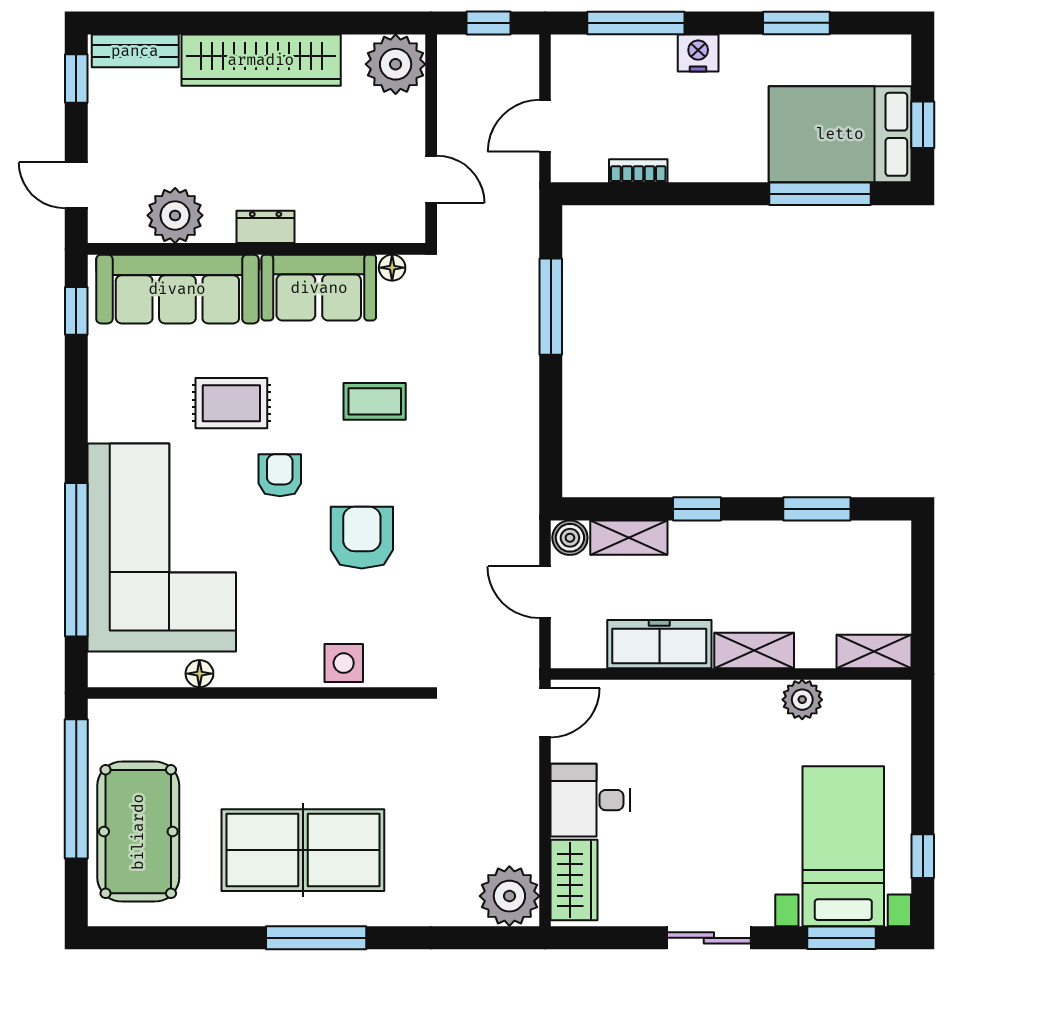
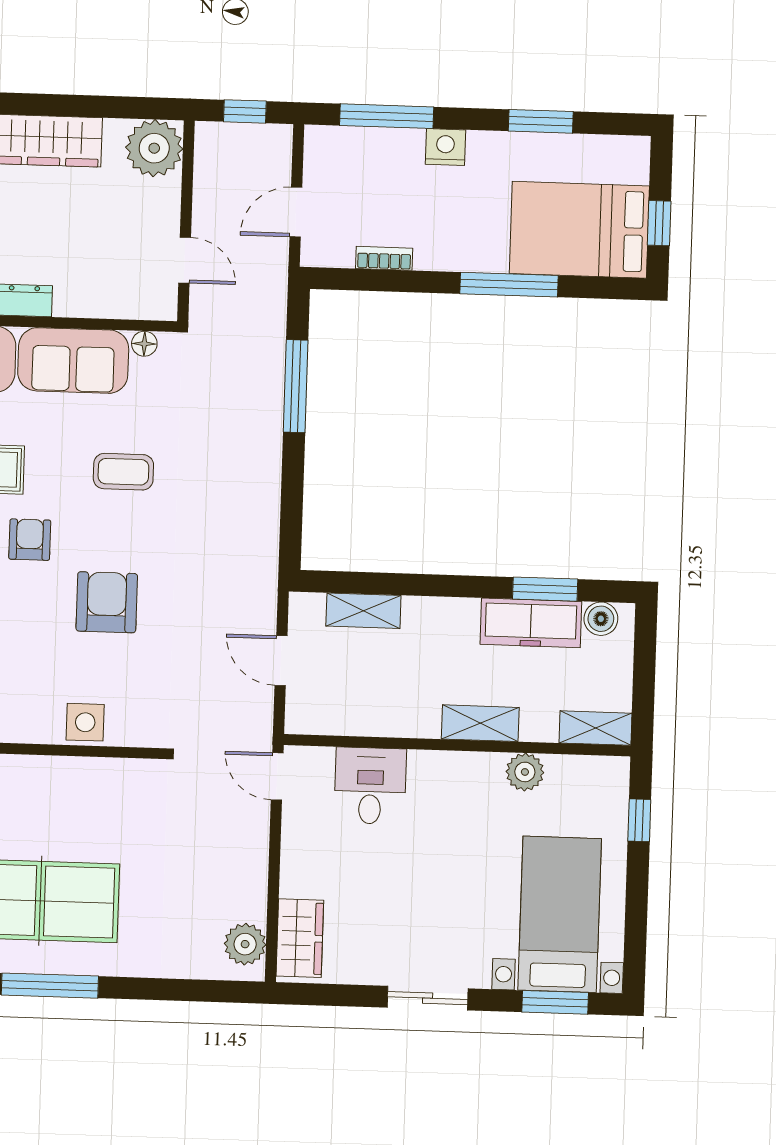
window: (820, 194) -> (509, 285), moved
window: (697, 509) -> (430, 585), removed
boiler: (570, 538) -> (601, 619), moved
freezer: (659, 644) -> (531, 623), moved, turned 180
door: (545, 713) -> (277, 776), swing flipped
desk: (590, 800) -> (370, 786), moved, turned 90
window: (923, 856) -> (639, 820), moved
plant: (509, 896) -> (245, 944), width x0.73, depth x0.73

